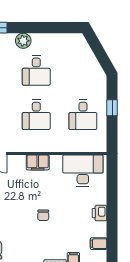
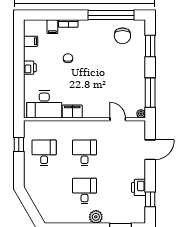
window: (112, 108) -> (19, 144), moved
filing cabinet: (38, 162) -> (72, 112), moved
chair: (43, 215) -> (68, 58), moved

